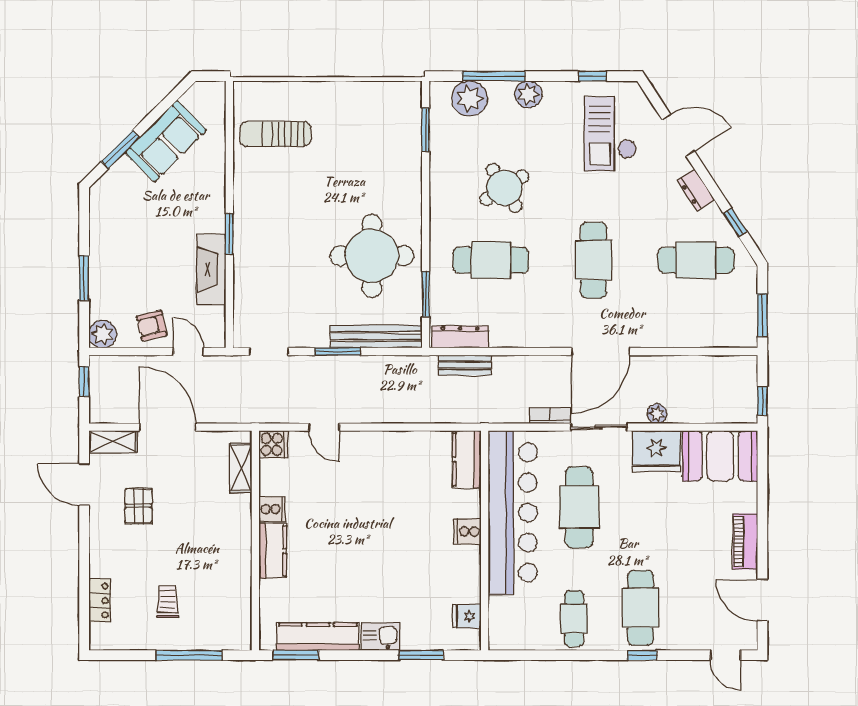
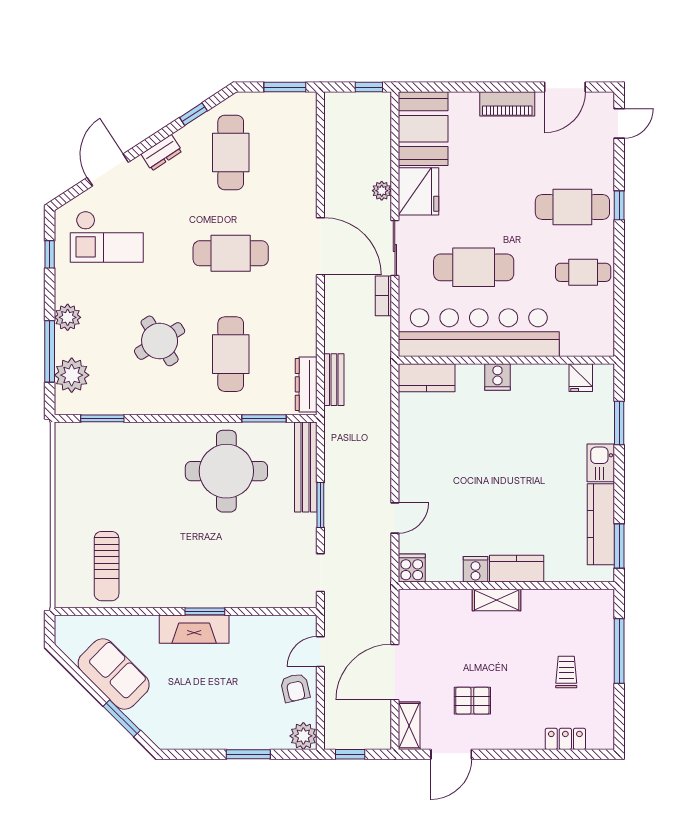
fireplace: (211, 270) -> (194, 629), moved
shelving: (241, 468) -> (497, 600), moved
trolley: (168, 601) -> (566, 672), turned 90

